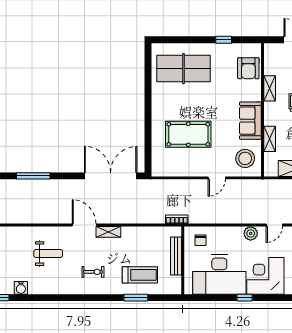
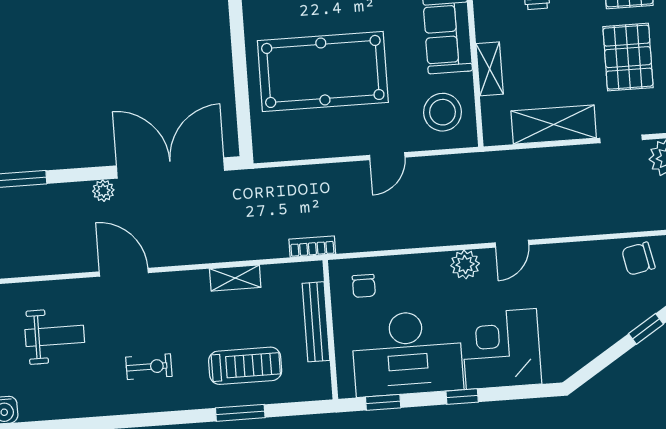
pool table: (188, 134) -> (323, 71), width x1.36, depth x1.32
plant: (77, 185) -> (103, 191), added
shelving: (108, 232) -> (235, 278), moved
window: (206, 298) -> (383, 402), added

